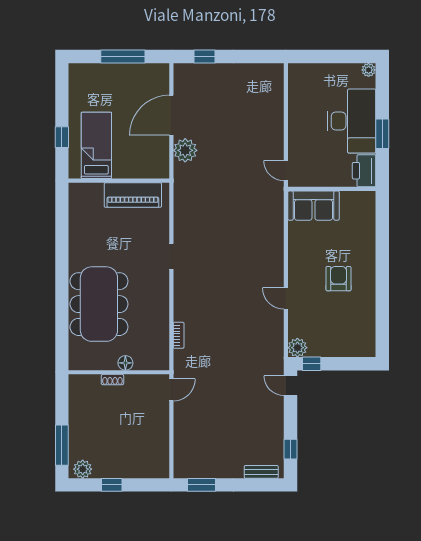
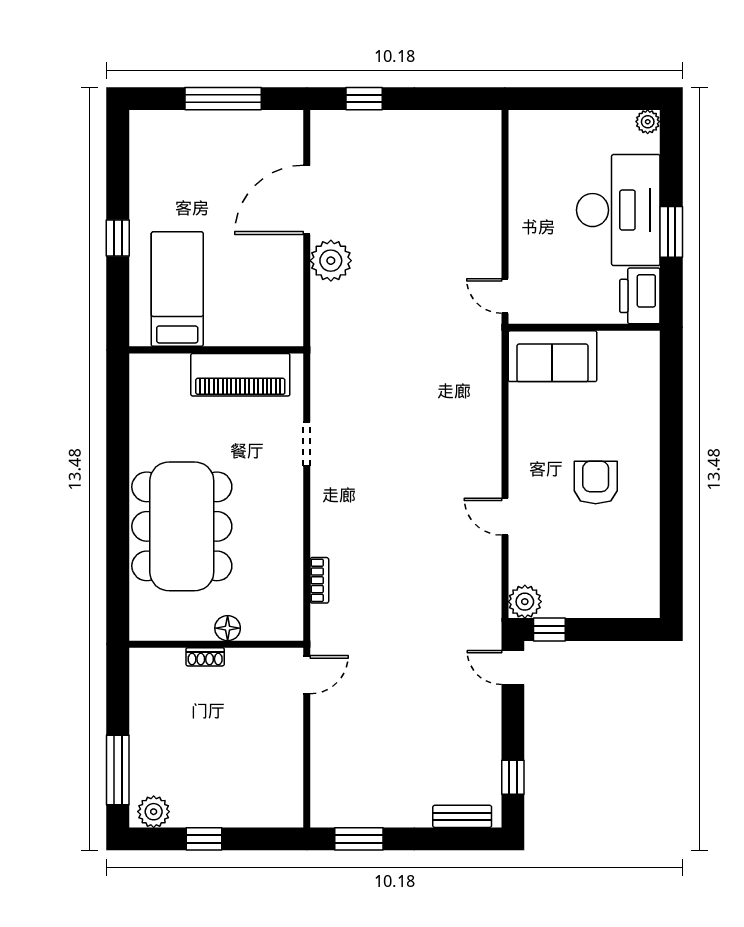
bed: (96, 145) -> (177, 289), moved
wall: (119, 181) -> (216, 350), moved
piano: (133, 195) -> (240, 375), moved

